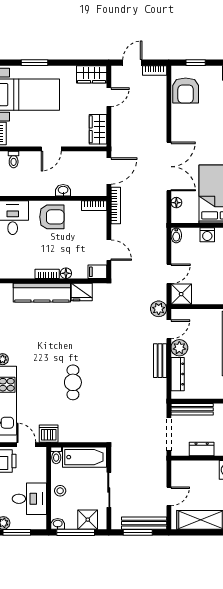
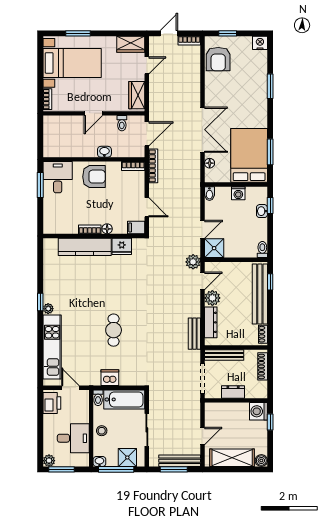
toilet: (14, 160) -> (122, 123), moved
bench: (160, 361) -> (194, 334), moved
dishwasher: (49, 434) -> (110, 378), moved

